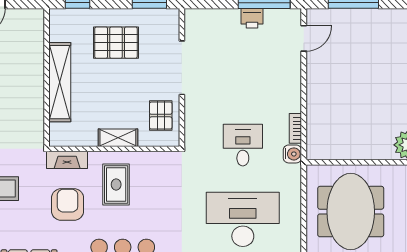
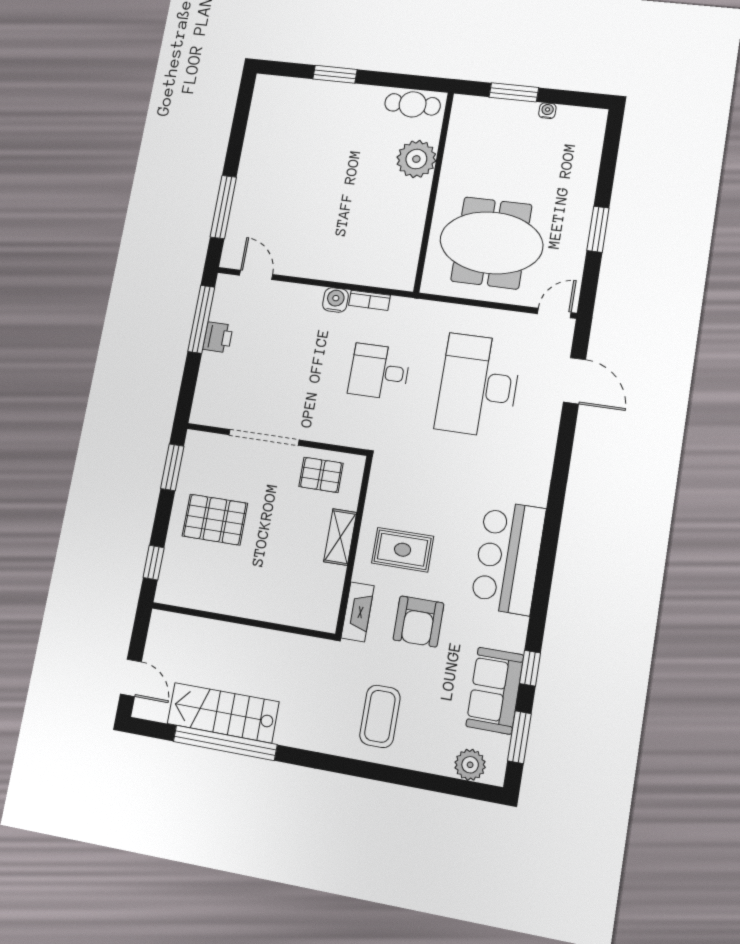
pallet: (116, 43) -> (215, 520), turned 90
shelving: (60, 82) -> (252, 604), removed
water cooler: (292, 154) -> (335, 300), moved
armchair: (68, 204) -> (418, 621), turned -90

